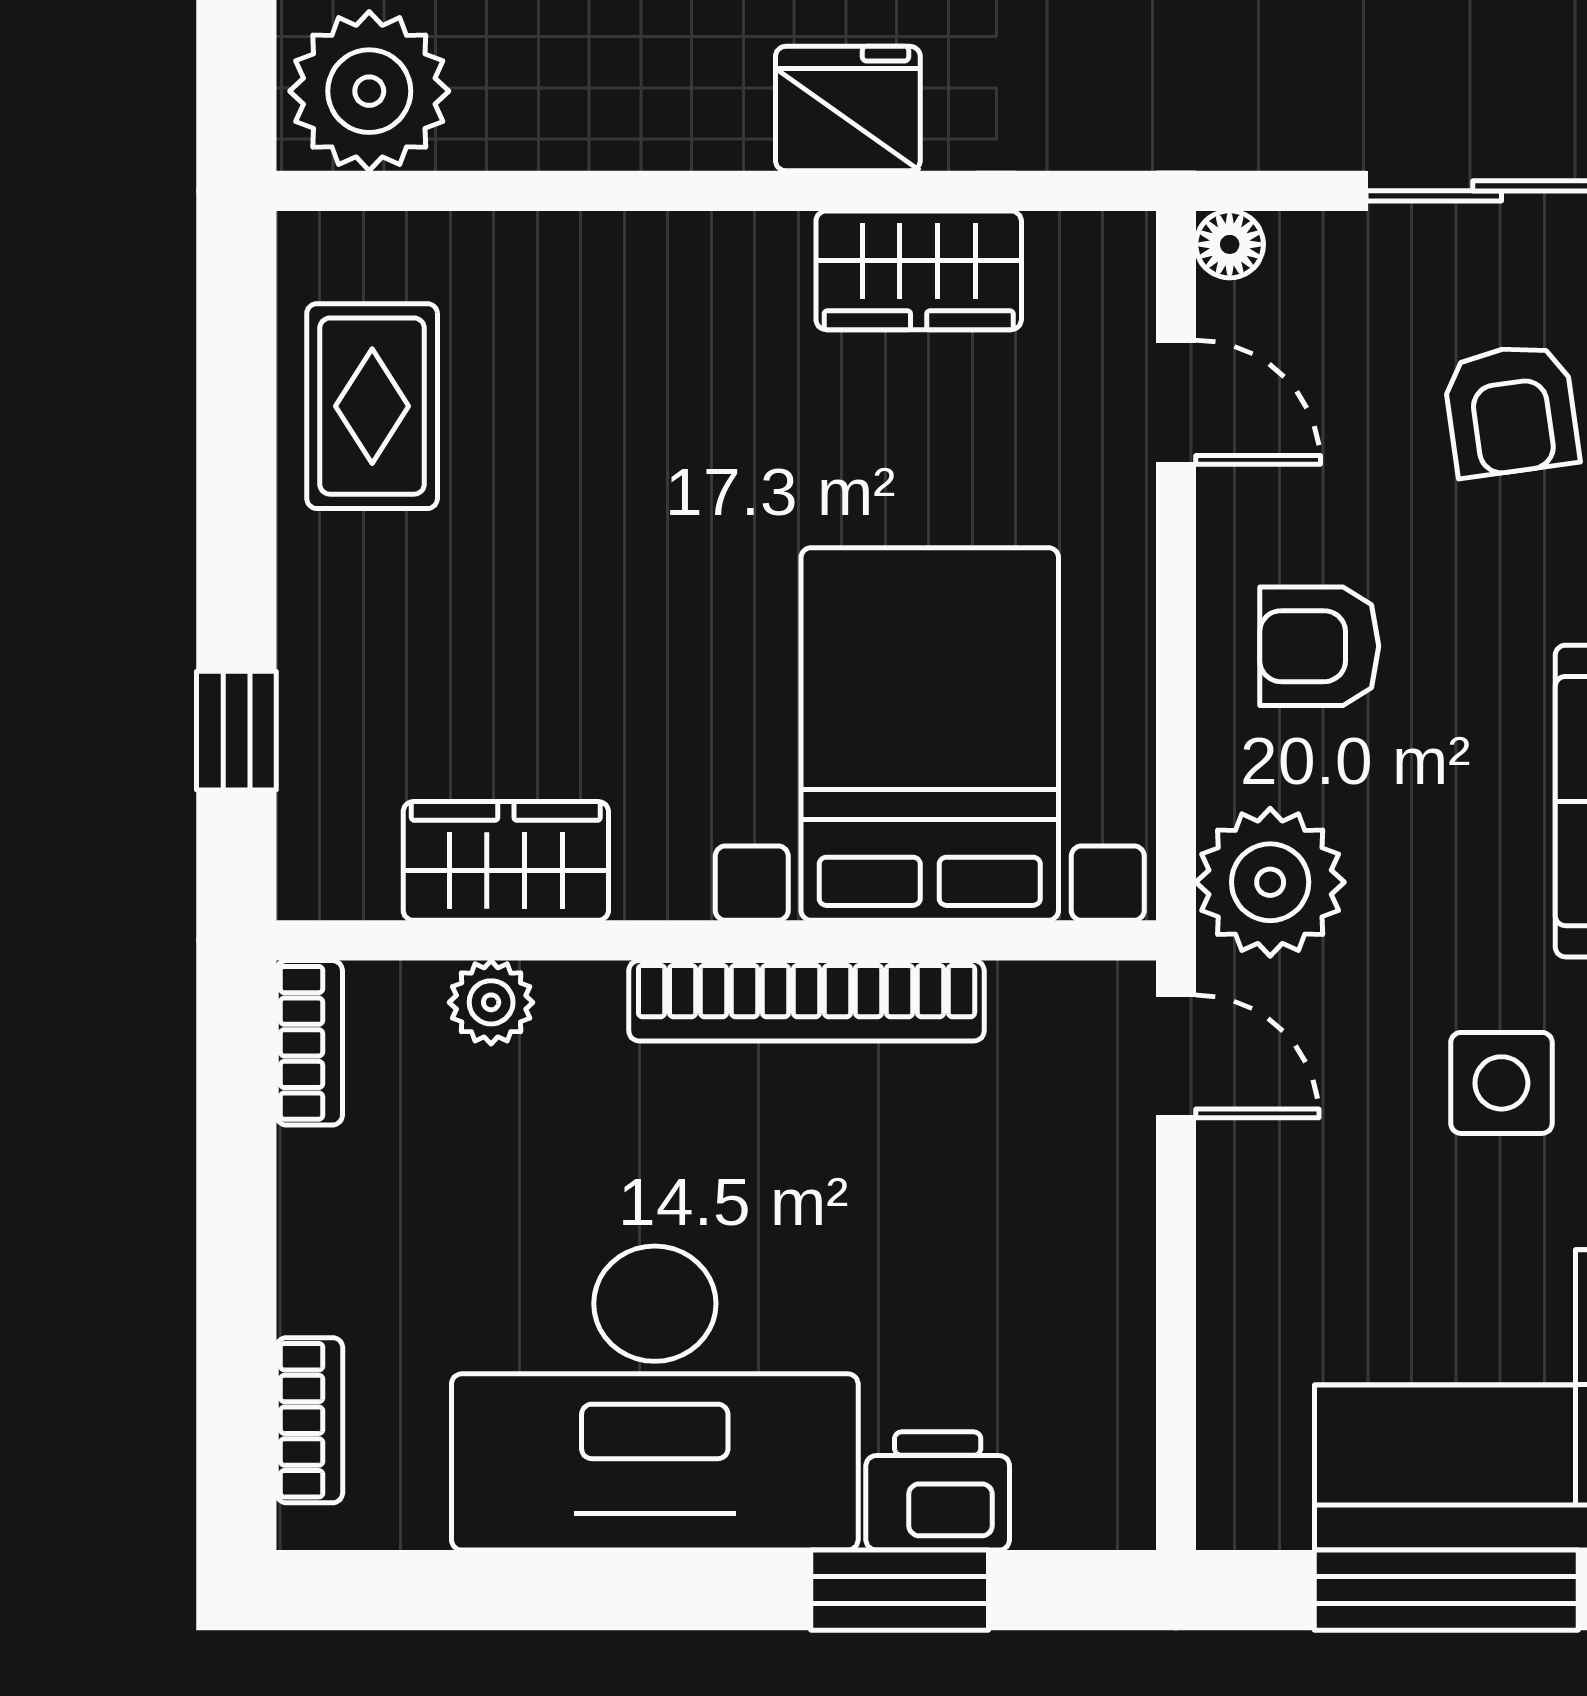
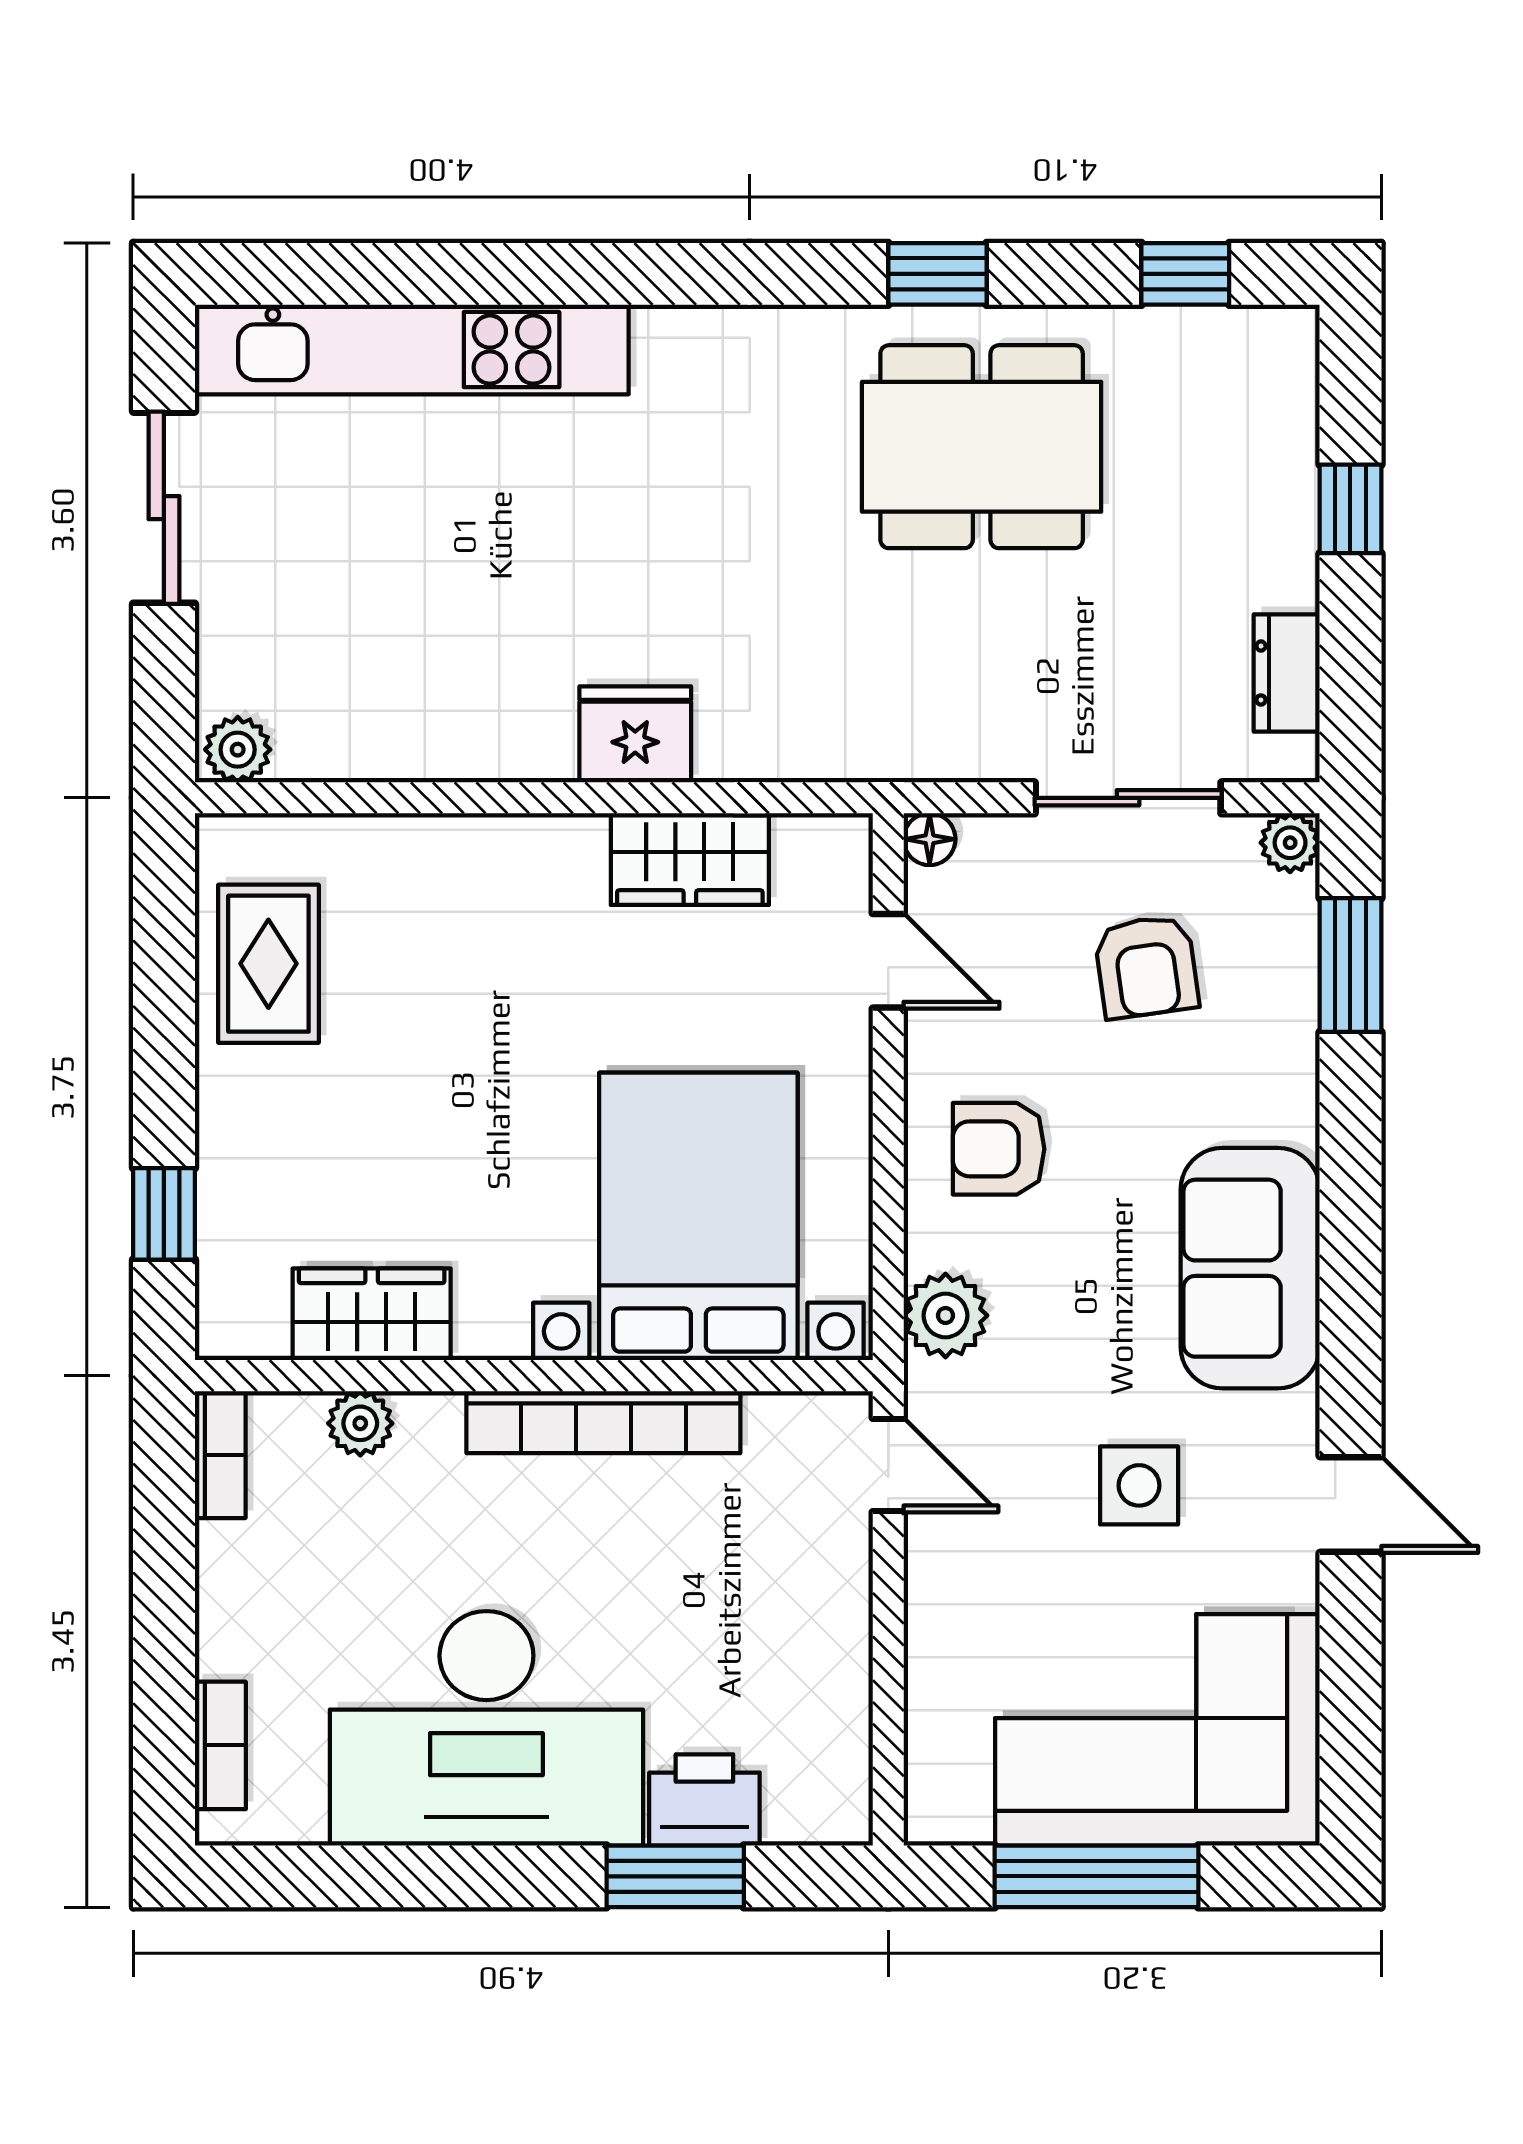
plant: (369, 91) -> (238, 750), width x0.53, depth x0.53
plant: (1270, 882) -> (946, 1316), width x0.73, depth x0.73

